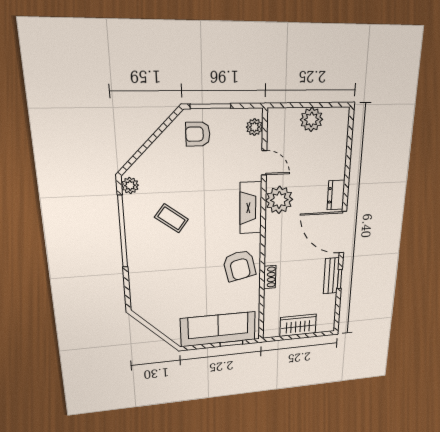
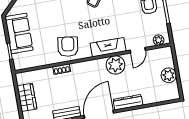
dresser: (336, 195) -> (128, 102), width x1.44
armchair: (239, 266) -> (68, 47), turned 111
sofa: (218, 329) -> (19, 33), width x0.73

